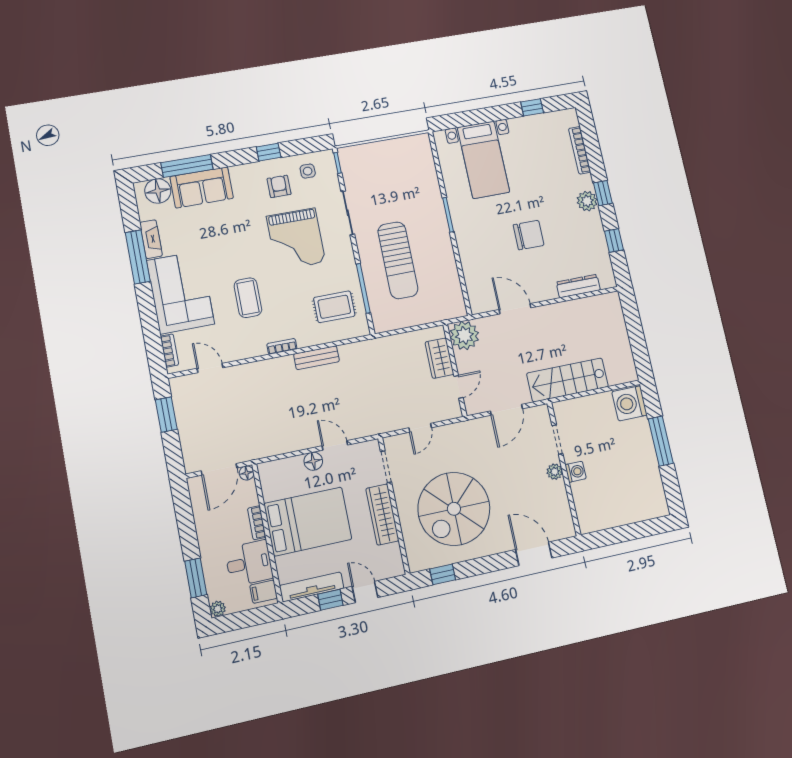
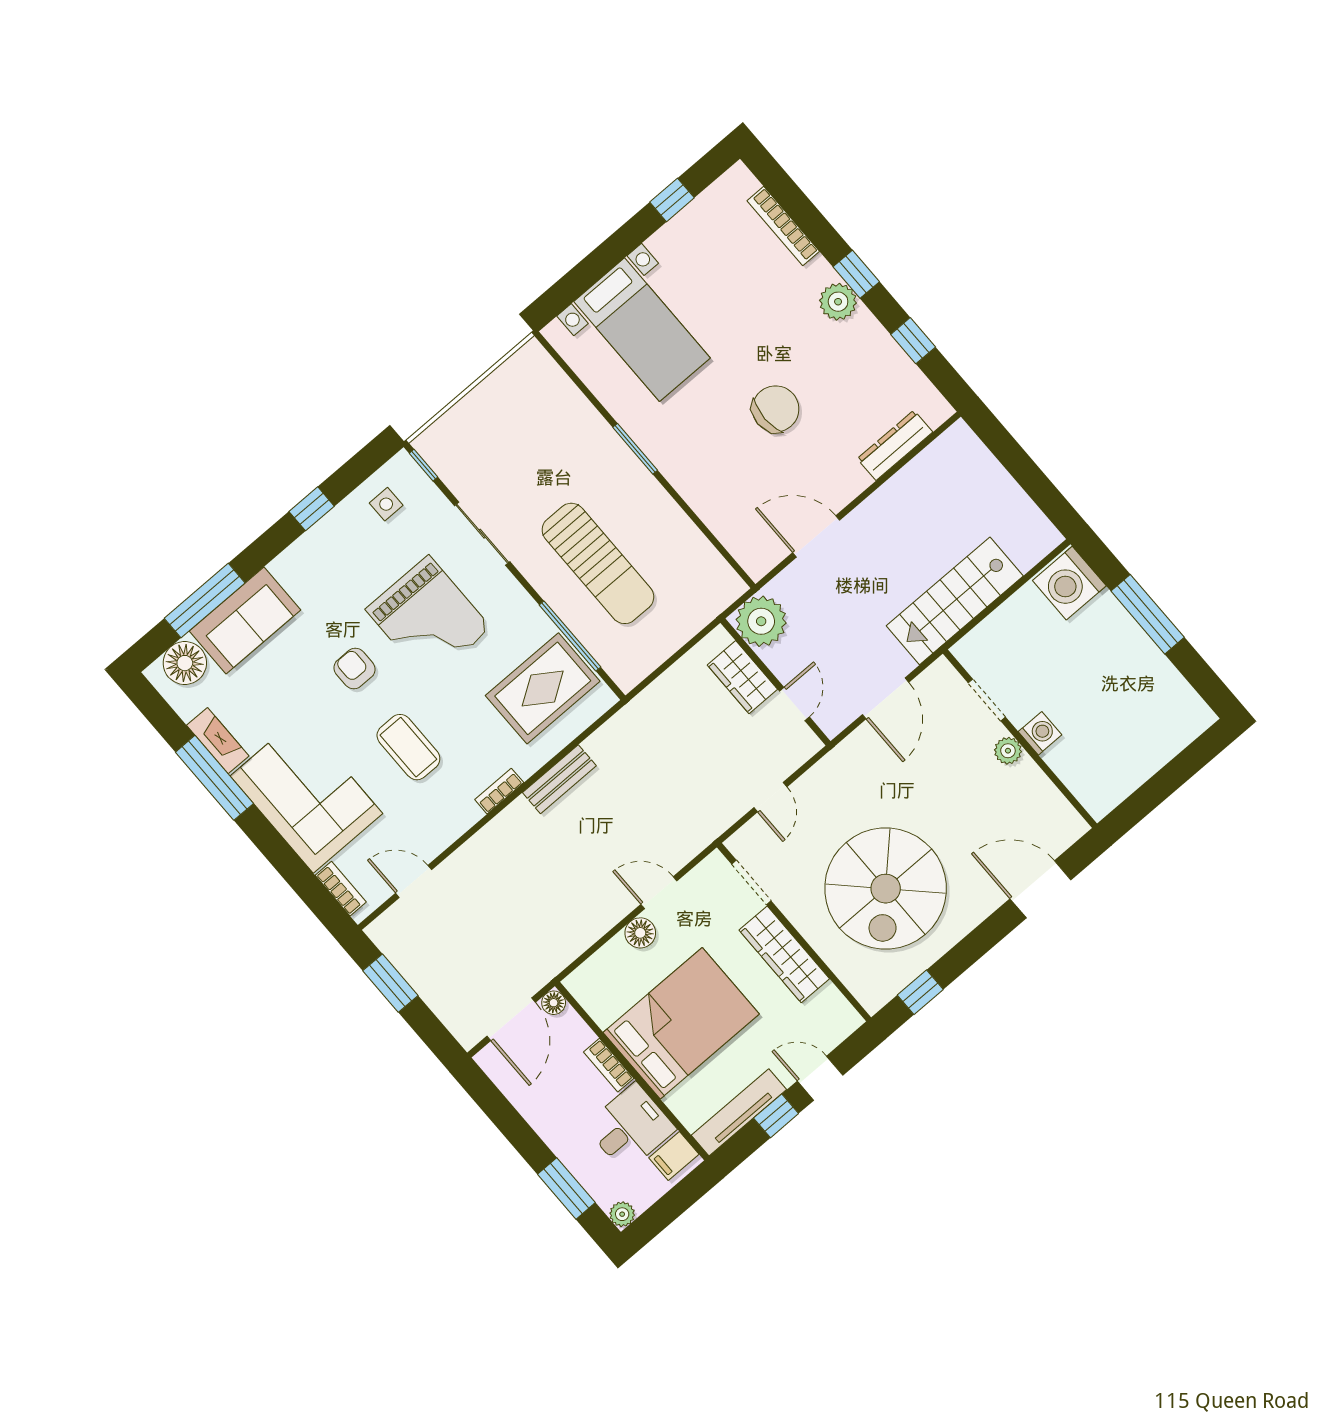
armchair: (279, 186) -> (355, 669), moved
rug: (334, 307) -> (543, 688), width x1.36, depth x1.43

